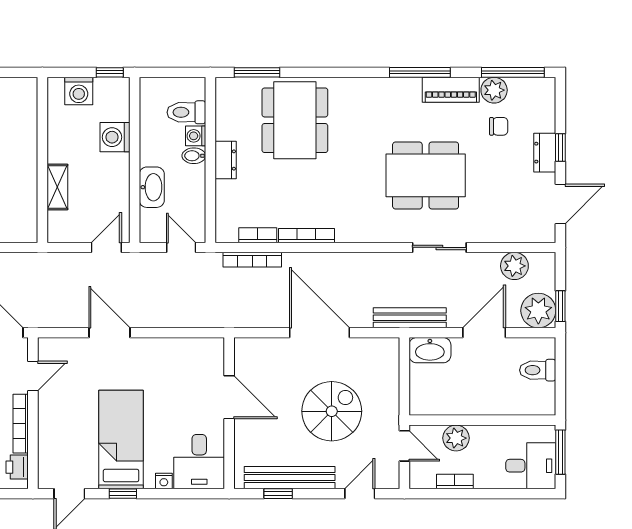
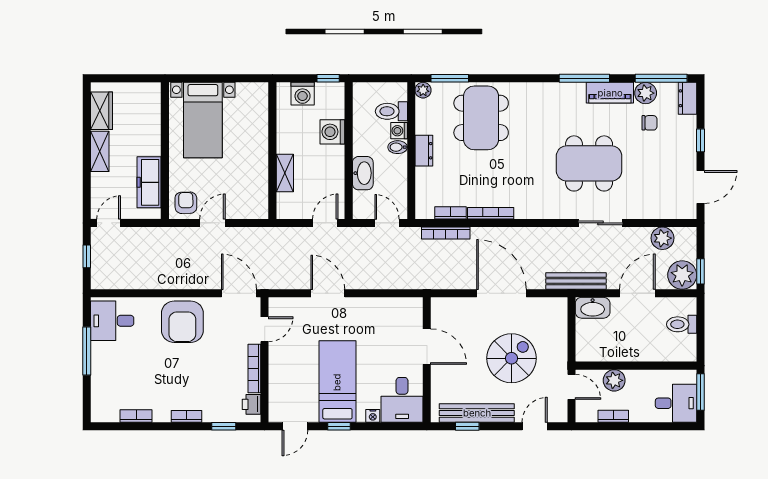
plant: (225, 87) -> (423, 90), added
dresser: (545, 153) -> (688, 98), moved

